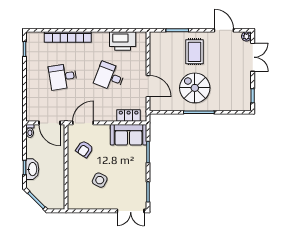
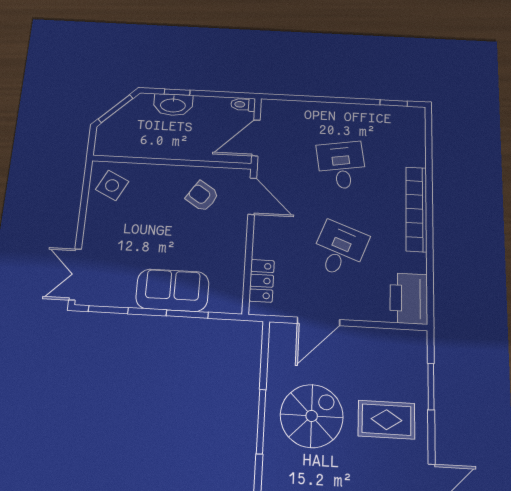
bookcase: (68, 37) -> (416, 209), moved
printer: (123, 41) -> (409, 298), moved
sofa: (129, 135) -> (172, 290), moved, turned 90
side table: (100, 180) -> (112, 185), moved

